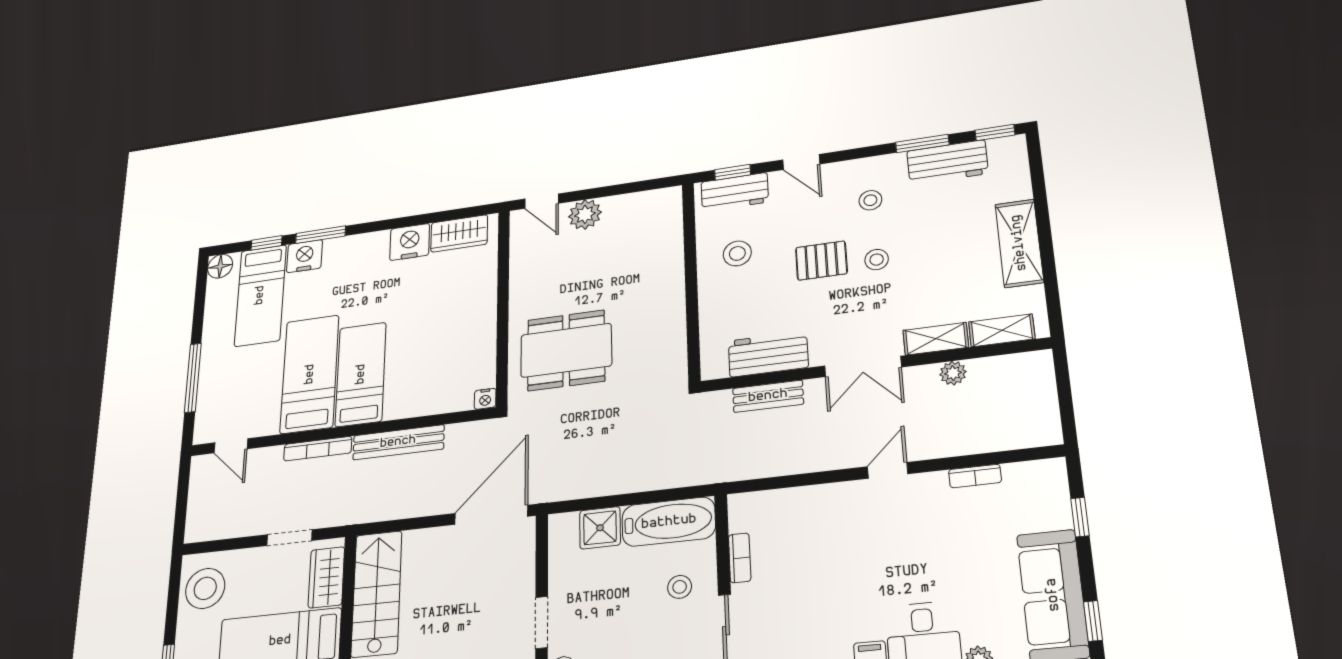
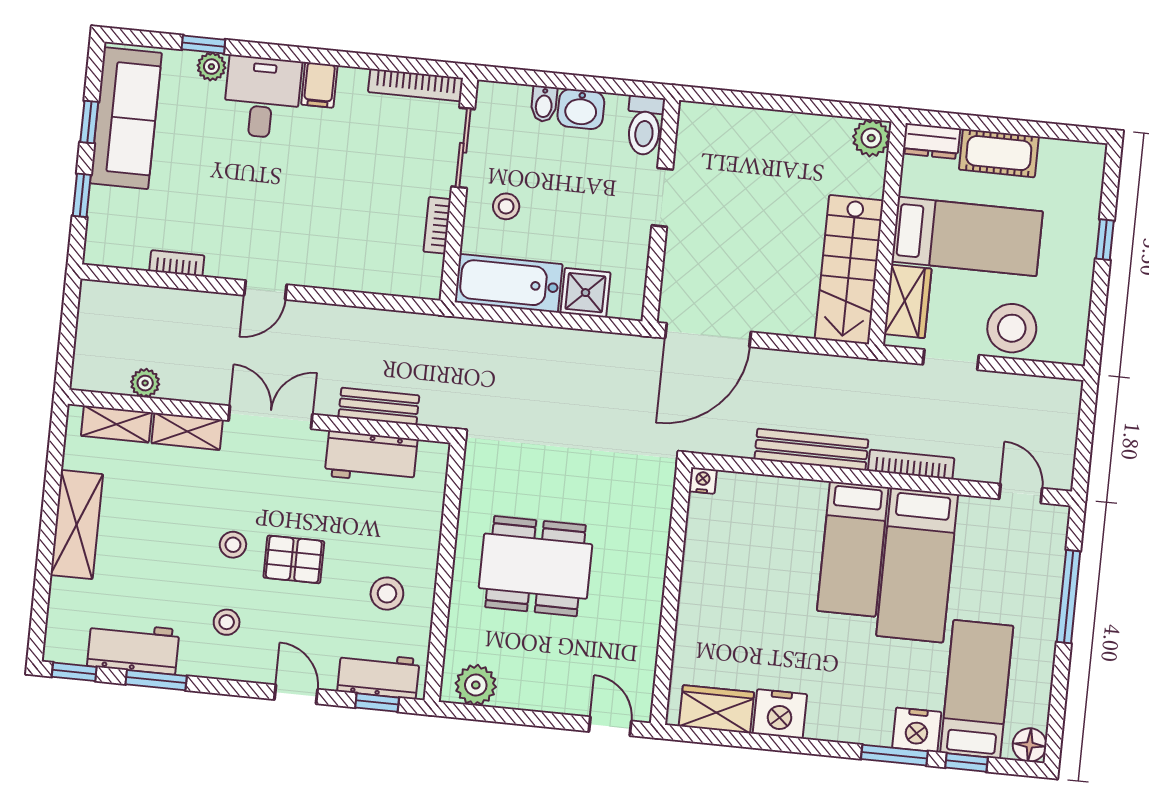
plant: (585, 214) -> (476, 685), moved
dining table: (566, 350) -> (535, 566), moved
plant: (953, 373) -> (145, 383), moved
stool: (205, 588) -> (1012, 328), moved
window: (1093, 621) -> (89, 122), moved

